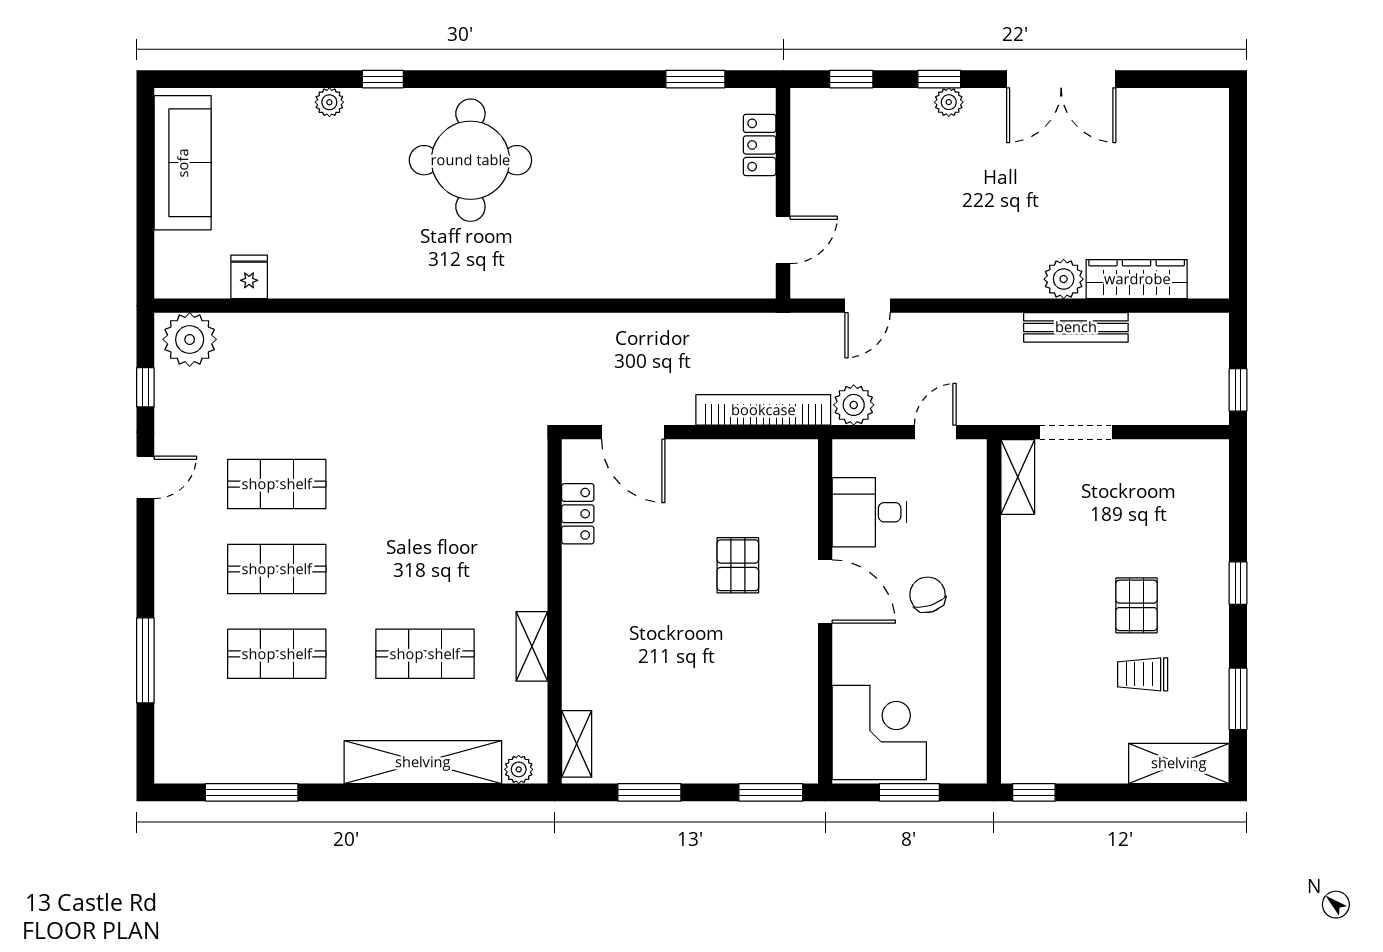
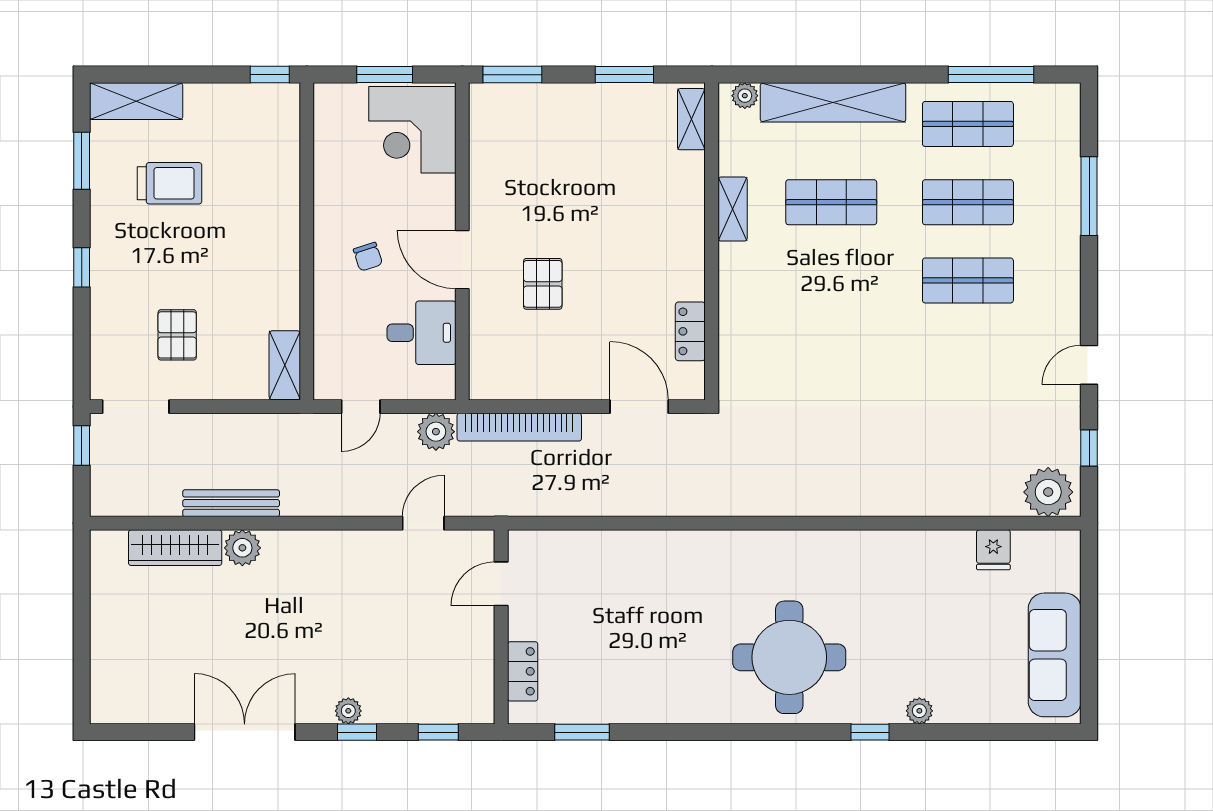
doorway: (1076, 432) -> (136, 407), moved
shop shelf: (277, 484) -> (968, 124), moved
chair: (928, 595) -> (368, 257), width x0.73, depth x0.73
pallet: (1136, 605) -> (177, 335), moved
trolley: (1143, 674) -> (170, 183), width x1.36, depth x1.39

